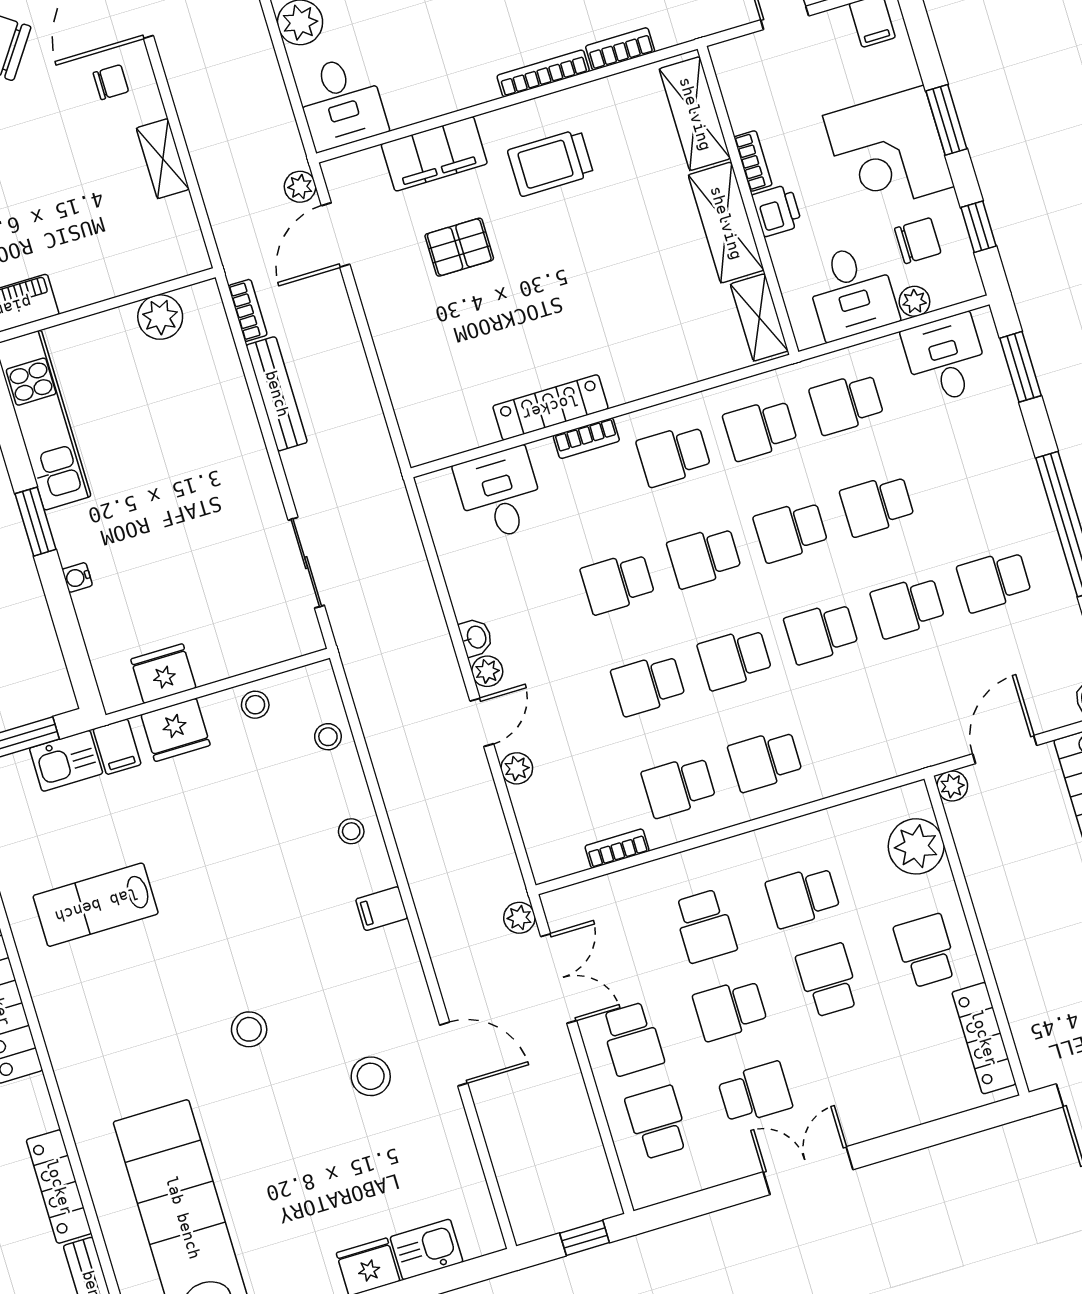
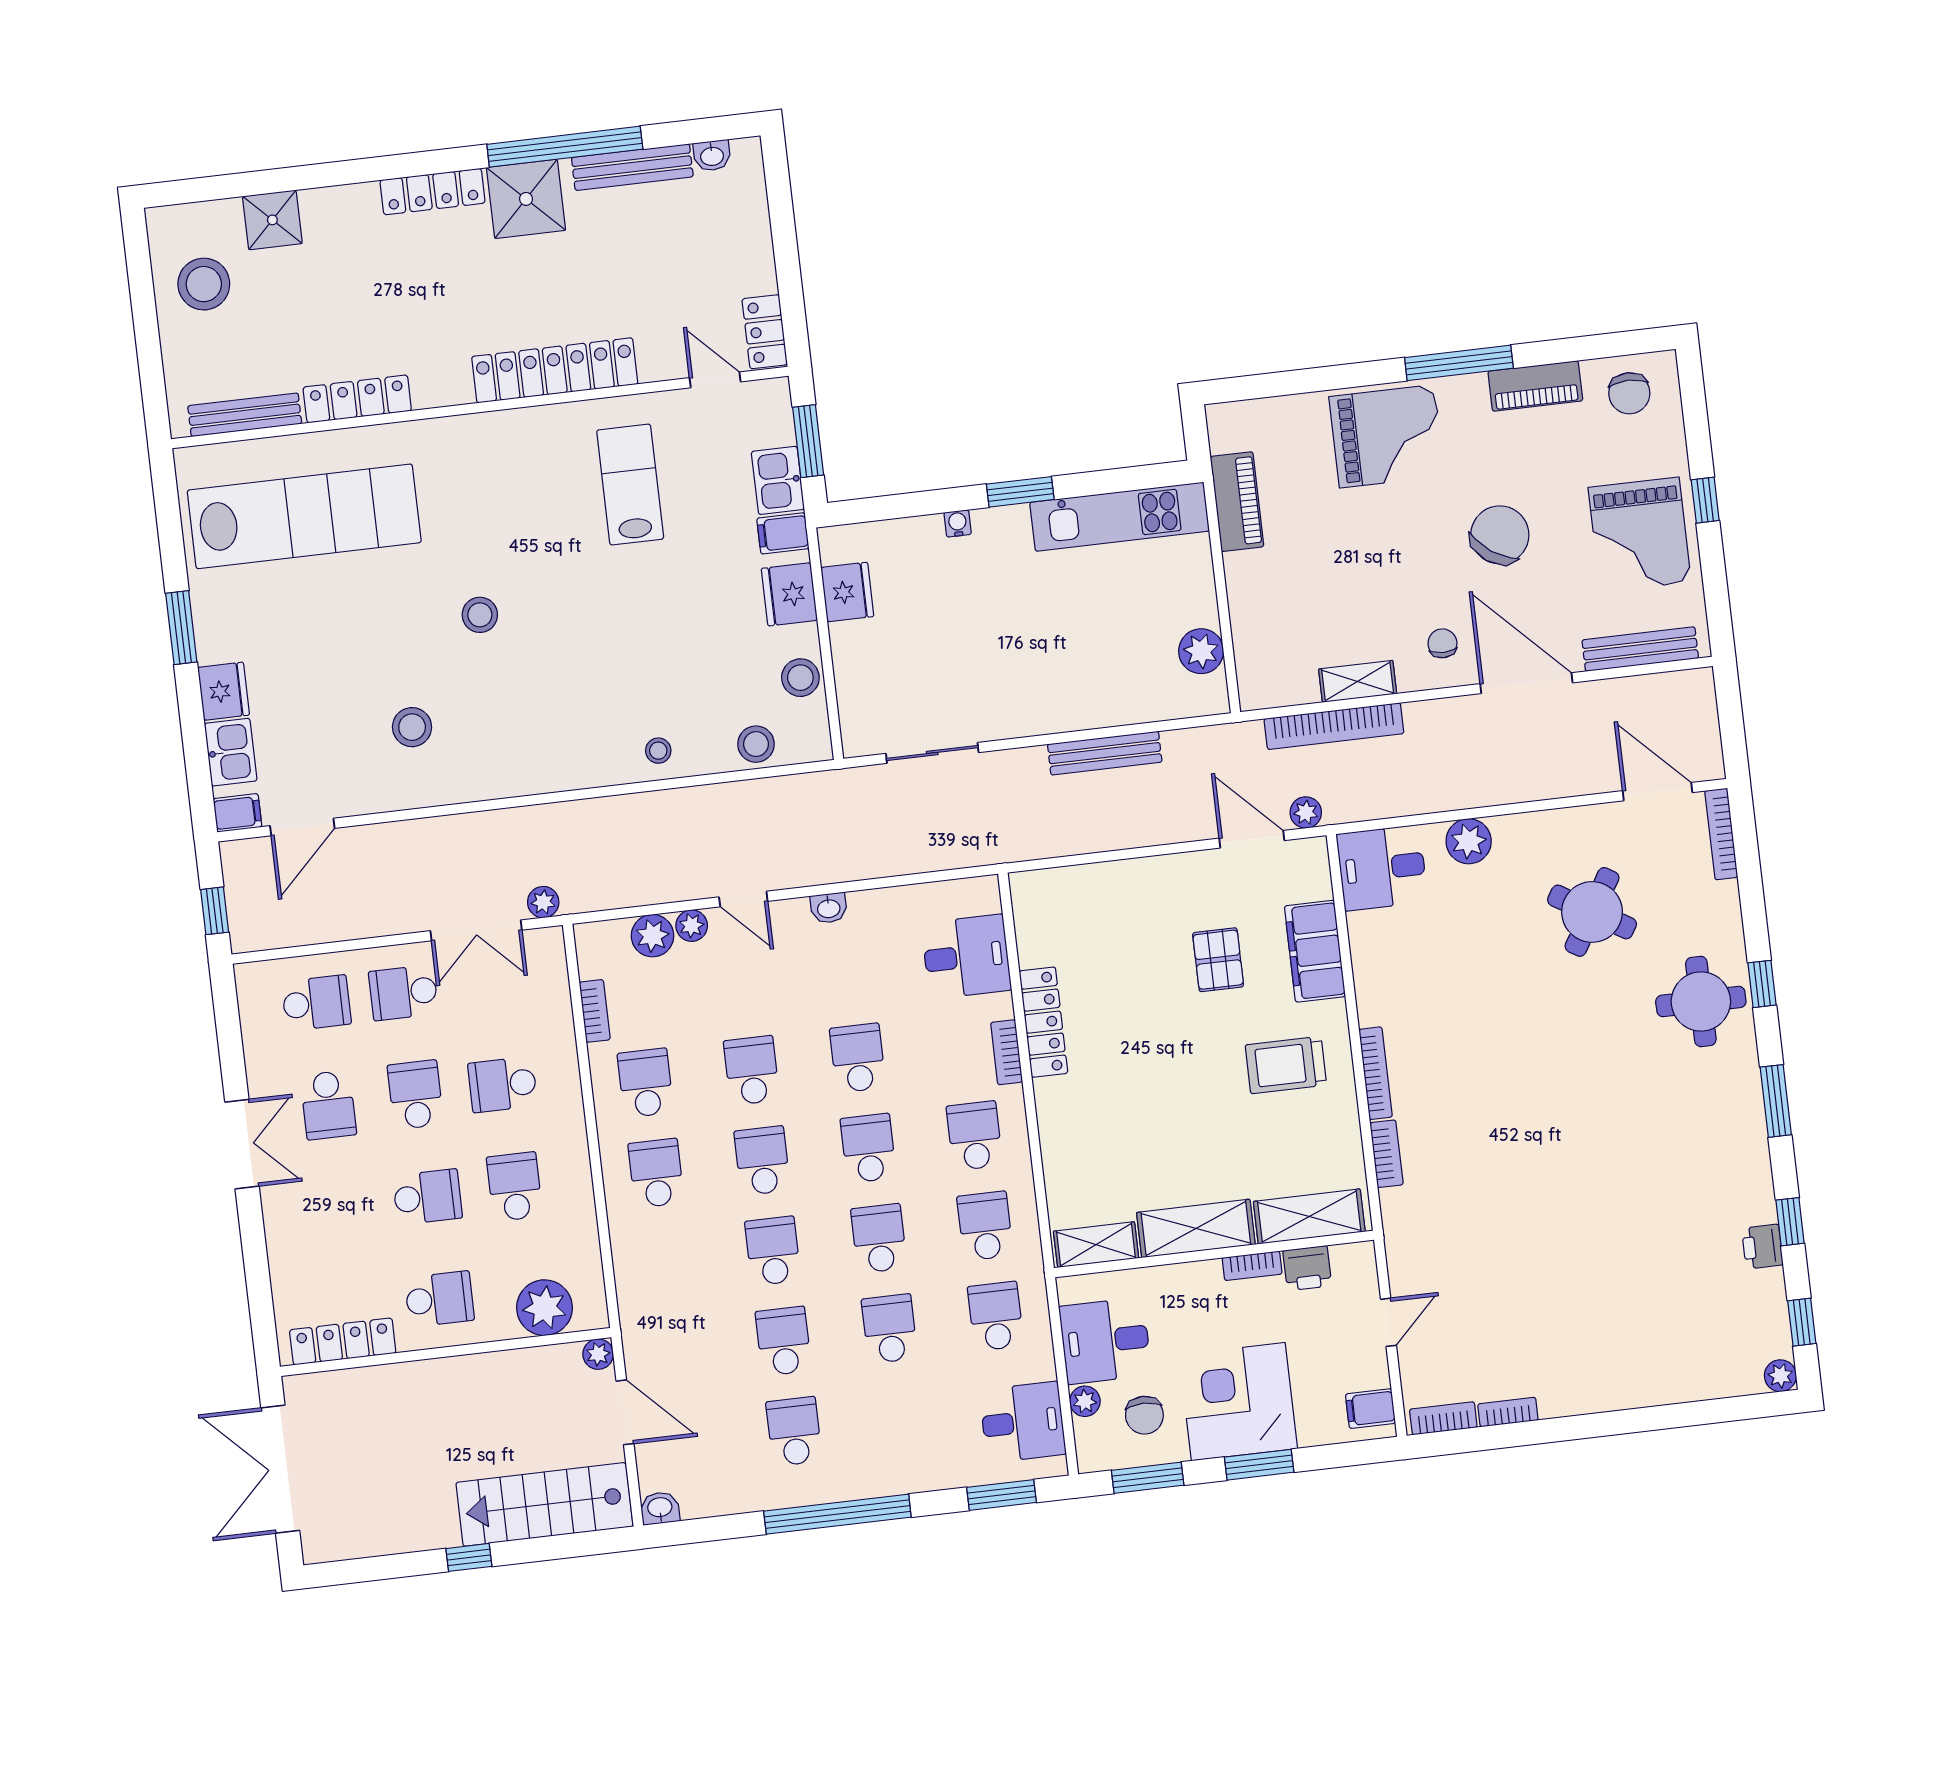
chair: (111, 82) -> (1442, 643), turned 180
trolley: (551, 163) -> (1286, 1065), turned -90
printer: (777, 210) -> (1307, 1268), moved
window: (978, 227) -> (1148, 1478), width x1.50
bookcase: (248, 310) -> (1334, 726), moved, width x2.31, depth x1.31
plant: (487, 671) -> (653, 936), moved, width x1.38, depth x1.38
stool: (255, 705) -> (800, 678), width x1.37, depth x1.37
stool: (328, 737) -> (756, 744), width x1.37, depth x1.37
filing cabinet: (382, 909) -> (237, 813), moved, turned 90
door: (454, 1054) -> (302, 827), moved

